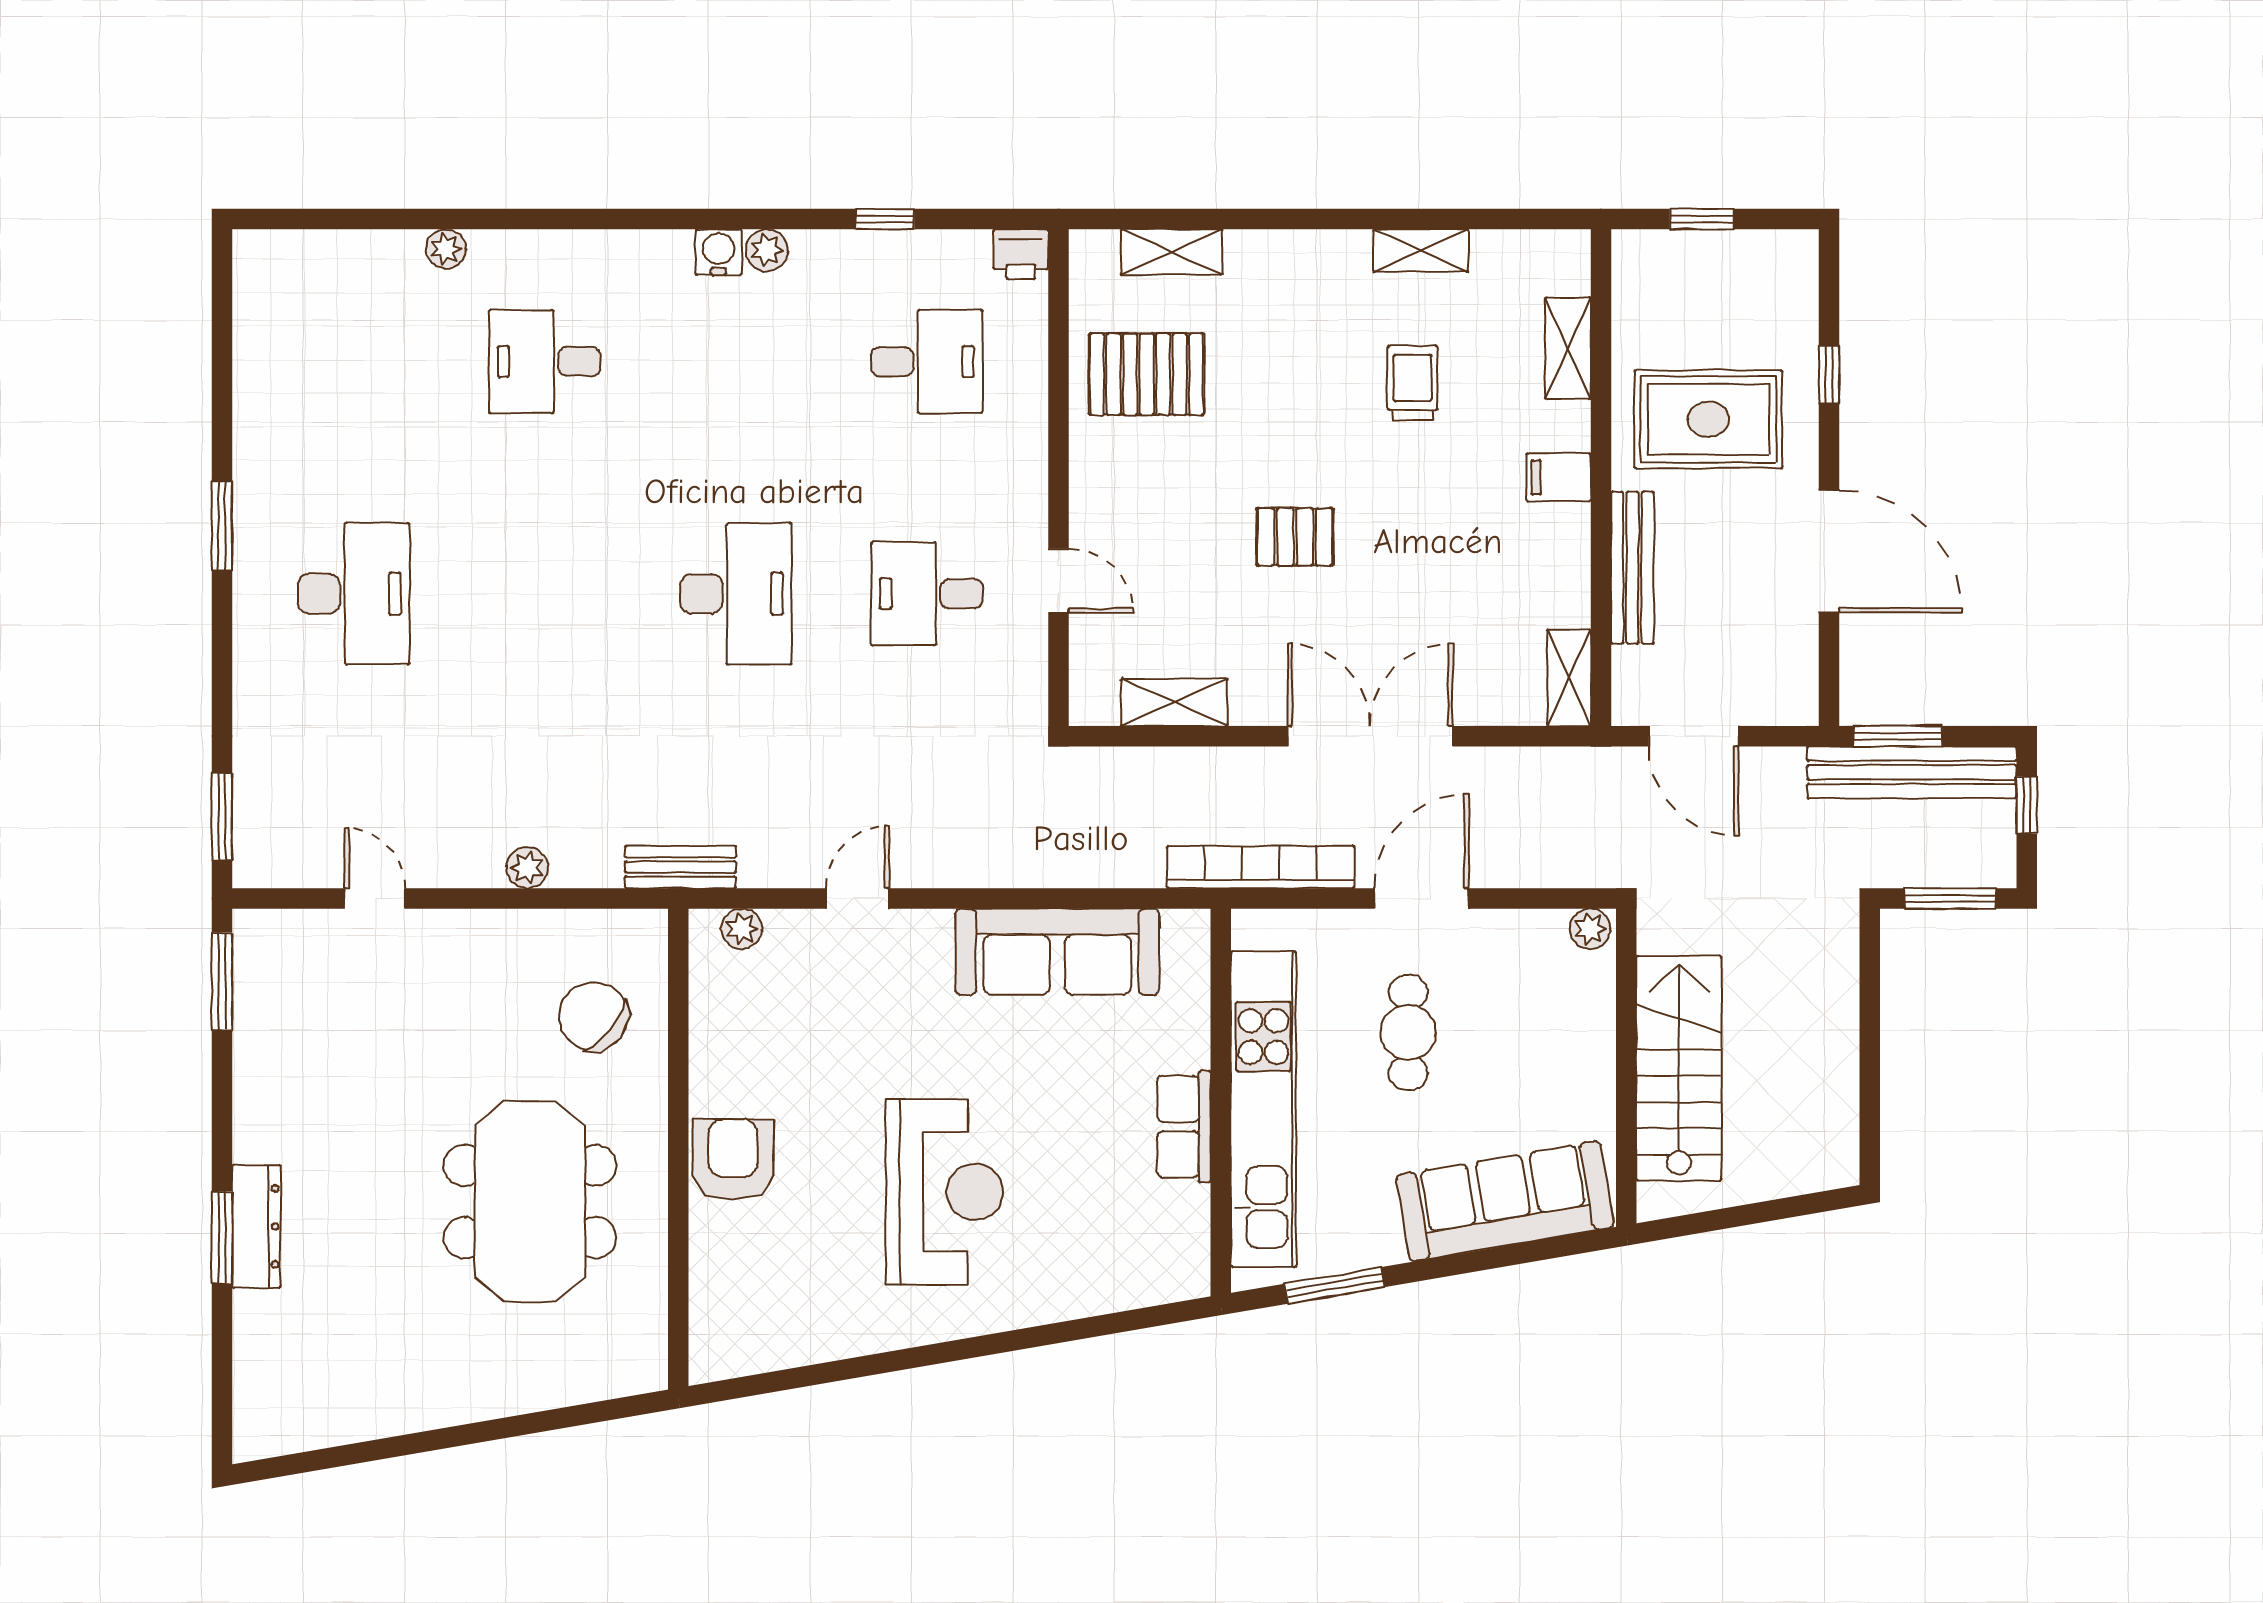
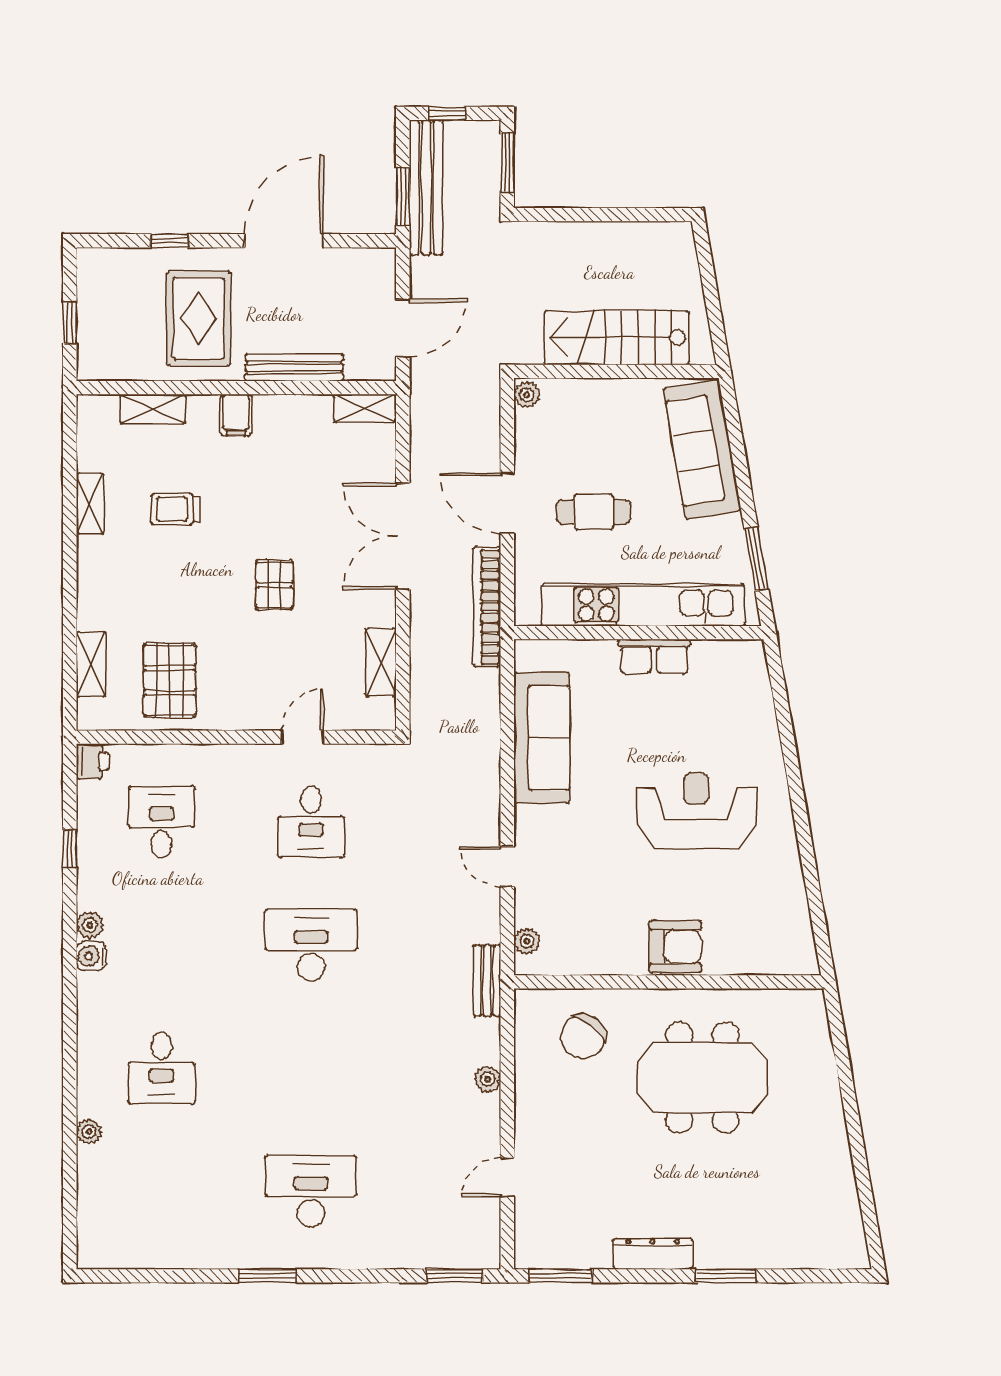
armchair: (733, 1159) -> (675, 947), turned 180
dresser: (256, 1226) -> (653, 1254), moved

